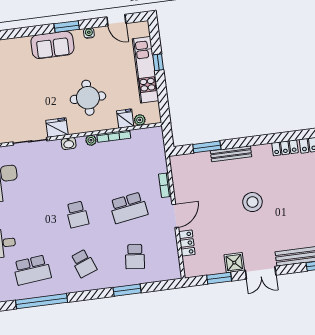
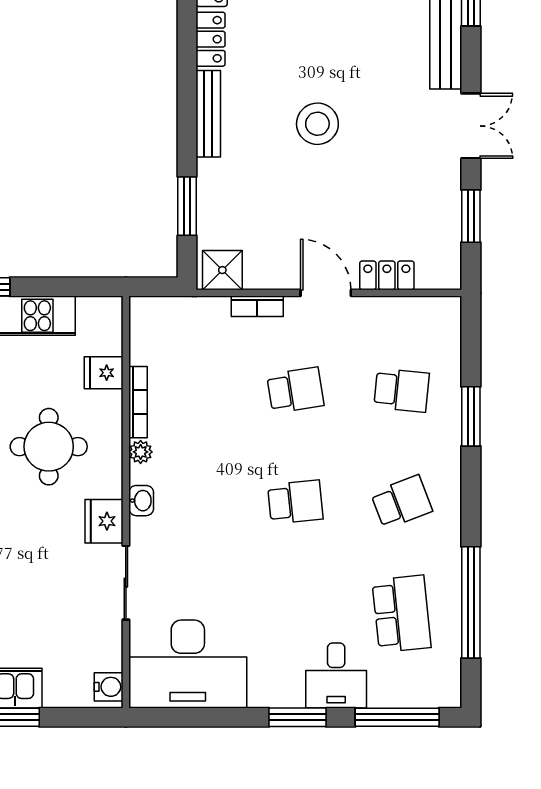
plant: (140, 120) -> (111, 342), removed
bench: (231, 154) -> (208, 114), moved
school desk: (129, 208) -> (295, 390), width x0.54
shower: (234, 263) -> (222, 270), moved

